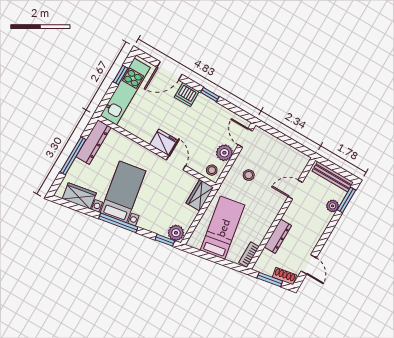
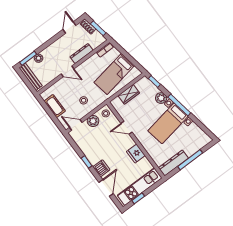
door: (169, 71) -> (106, 188), hinge flipped
door: (245, 138) -> (76, 125), swing flipped
fridge: (163, 142) -> (136, 154), moved
cot: (284, 151) -> (55, 106), added
door: (176, 163) -> (126, 128), hinge flipped
door: (295, 190) -> (68, 71), moved
wardrobe: (200, 195) -> (129, 94), moved
wardrobe: (79, 196) -> (197, 133), removed
plant: (176, 233) -> (161, 98), moved

